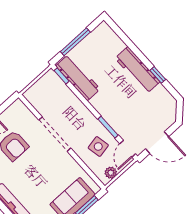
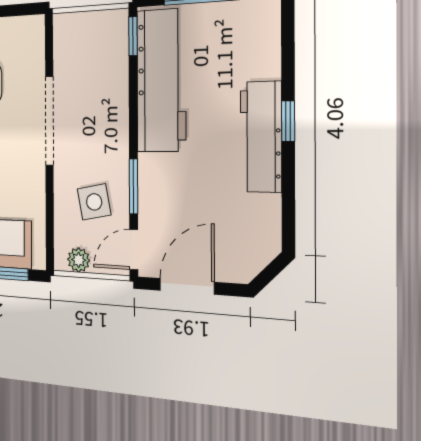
window: (158, 75) -> (288, 121), moved
workbench: (78, 78) -> (161, 81), width x1.36, depth x1.32
door: (157, 143) -> (187, 286), swing flipped

